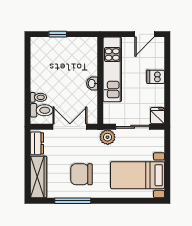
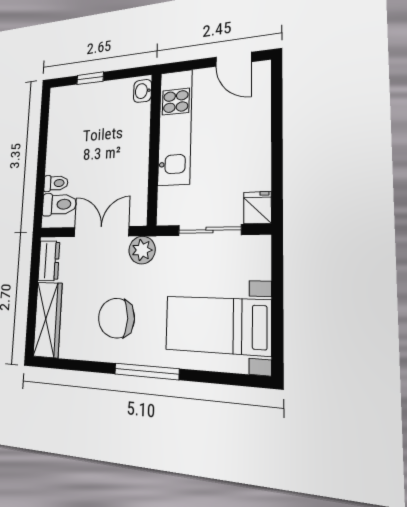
door: (144, 34) -> (234, 59), hinge flipped
dishwasher: (156, 77) -> (254, 134), removed
washbasin: (92, 84) -> (143, 91), moved
plant: (108, 137) -> (142, 250), moved
window: (73, 201) -> (146, 371), moved

